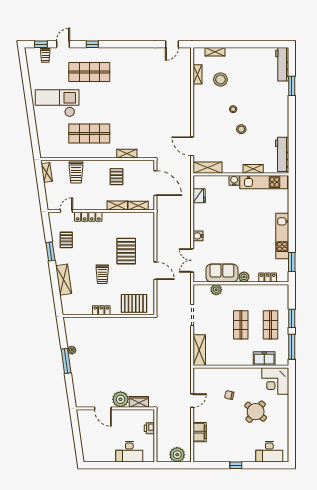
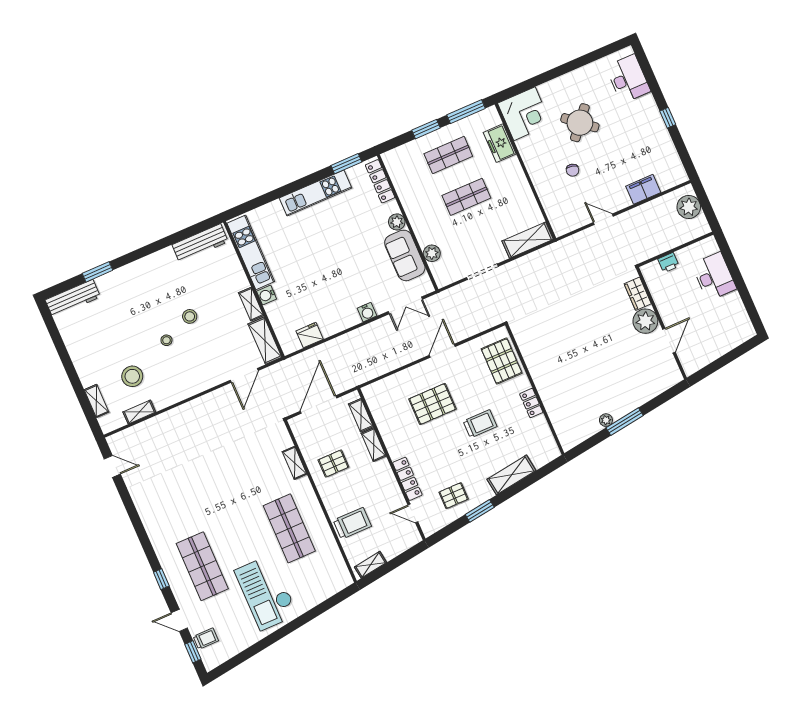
shelving: (253, 169) -> (251, 304), moved
locker: (268, 278) -> (380, 181), width x1.53

